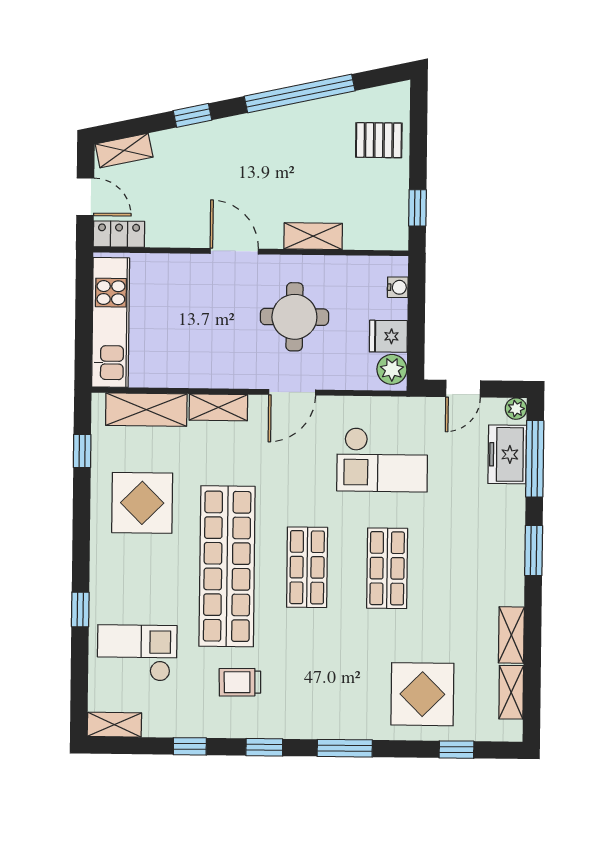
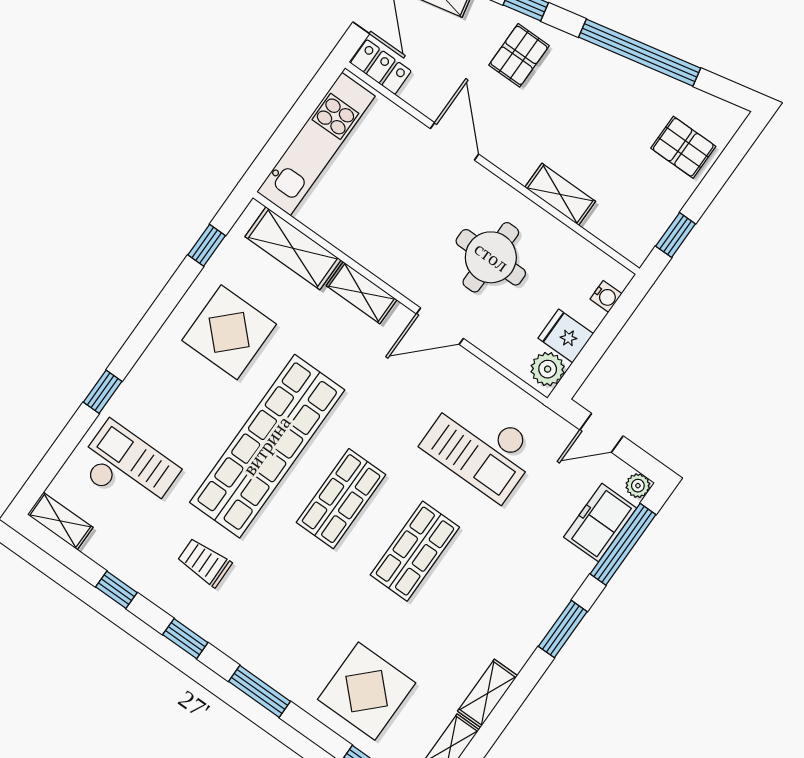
pallet: (213, 156) -> (519, 55), added
door: (234, 251) -> (455, 141), moved

